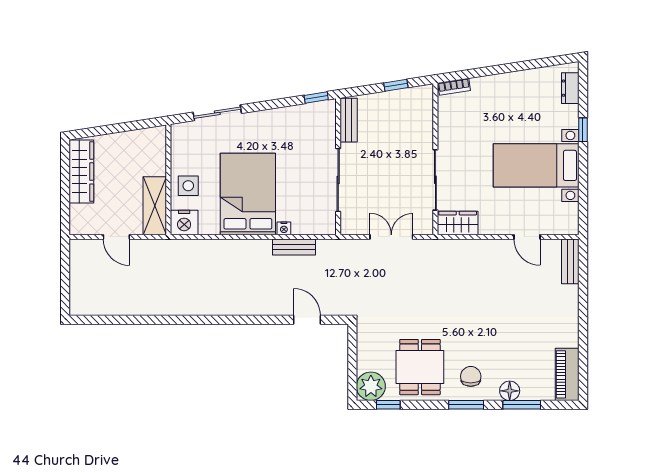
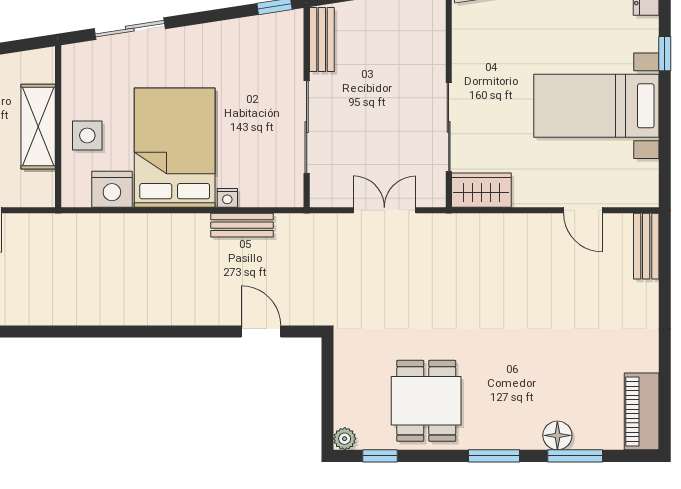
shelving: (155, 206) -> (38, 127), moved
nightstand: (184, 222) -> (112, 189), moved
chair: (471, 376) -> (501, 414), removed
plant: (371, 386) -> (345, 439), width x0.53, depth x0.53

